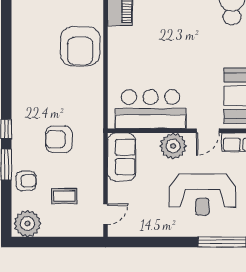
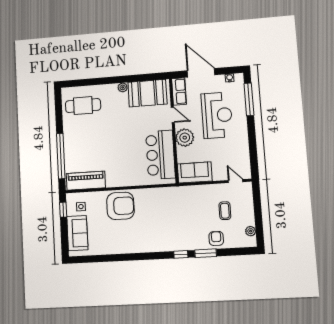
armchair: (59, 139) -> (185, 217), removed
plant: (27, 224) -> (251, 231), width x0.53, depth x0.53

